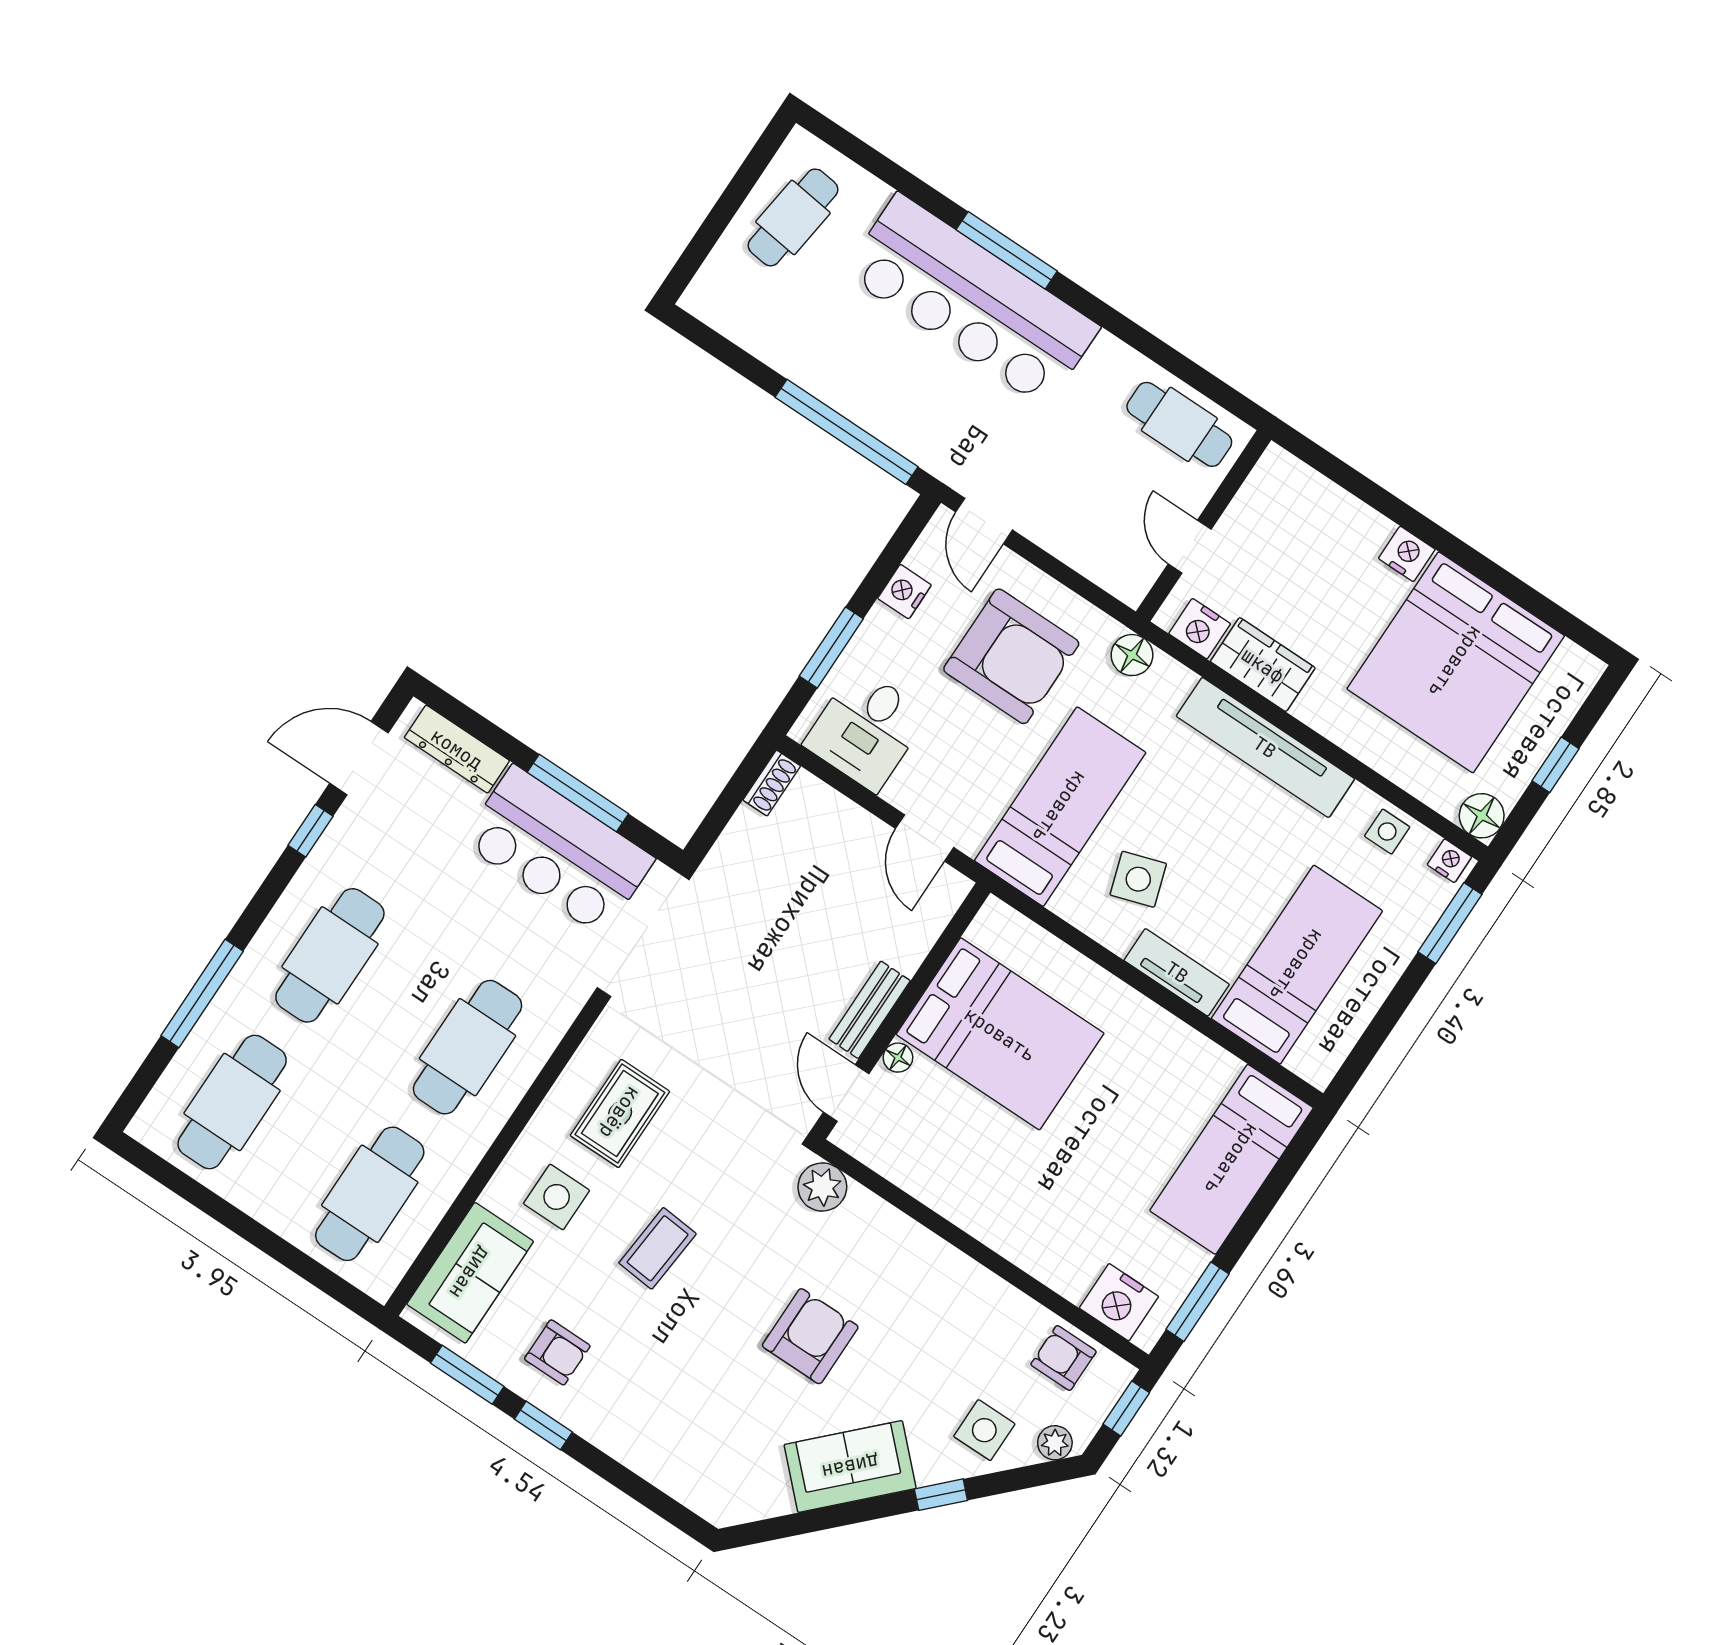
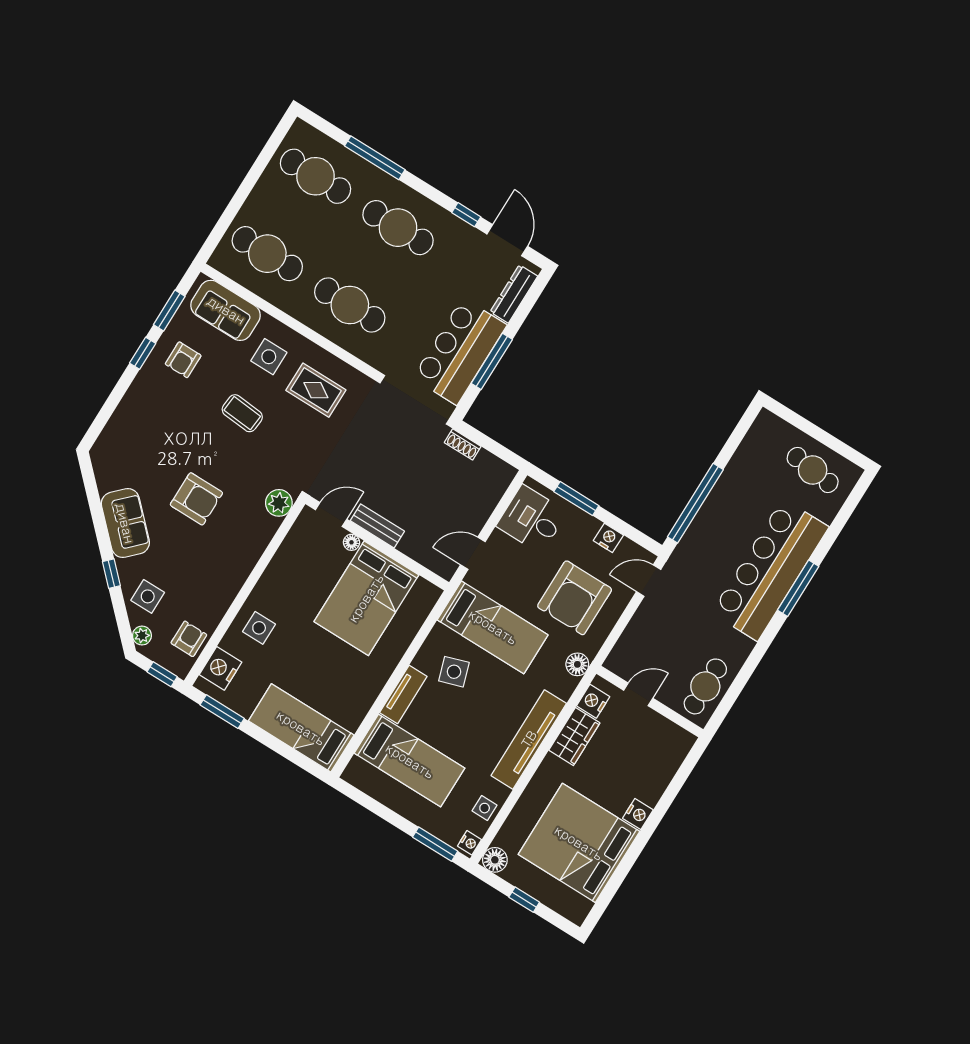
shoe rack: (772, 783) -> (463, 444), moved
side table: (1048, 1230) -> (259, 628), added

